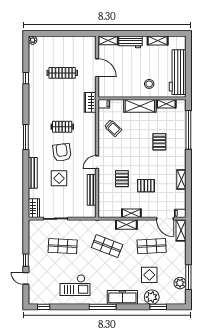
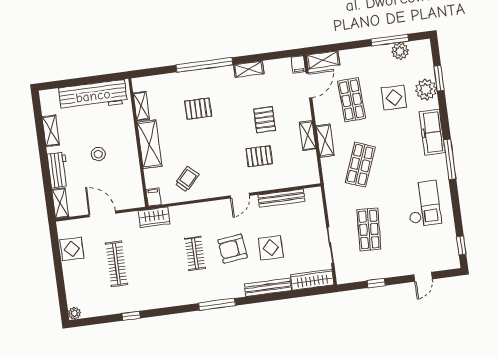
display table: (76, 44) -> (72, 249), added
door: (97, 68) -> (102, 214), hinge flipped
stool: (149, 84) -> (98, 154), moved
window: (188, 130) -> (204, 65), moved
door: (97, 162) -> (240, 196), hinge flipped
wardrobe: (34, 208) -> (312, 280), width x1.50
window: (26, 260) -> (376, 283), moved

